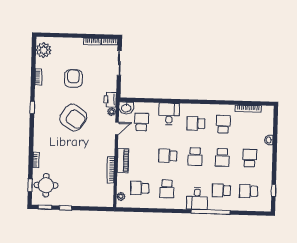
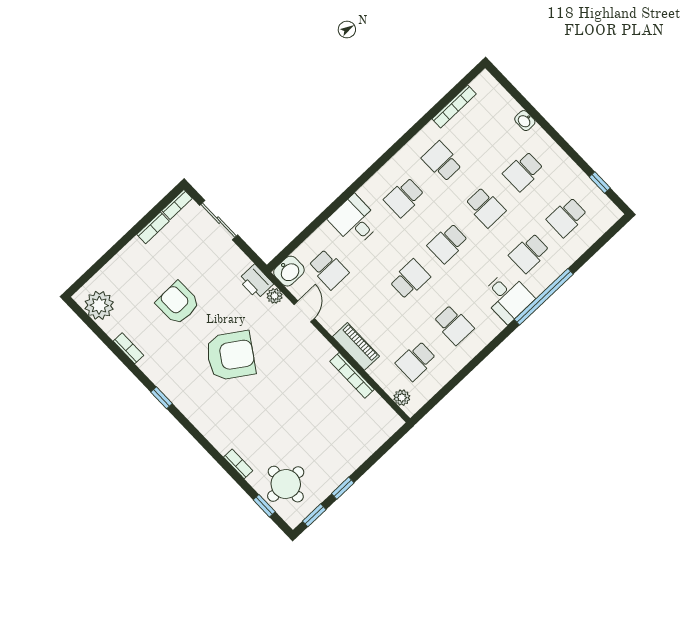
school desk: (141, 122) -> (329, 269), turned 180
school desk: (168, 156) -> (410, 279), turned 180
school desk: (195, 157) -> (448, 243), turned 90
school desk: (250, 158) -> (523, 171), turned -90

